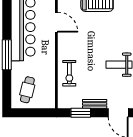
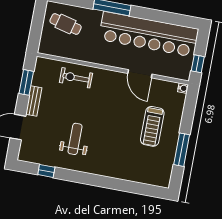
door: (56, 22) -> (140, 74), hinge flipped

